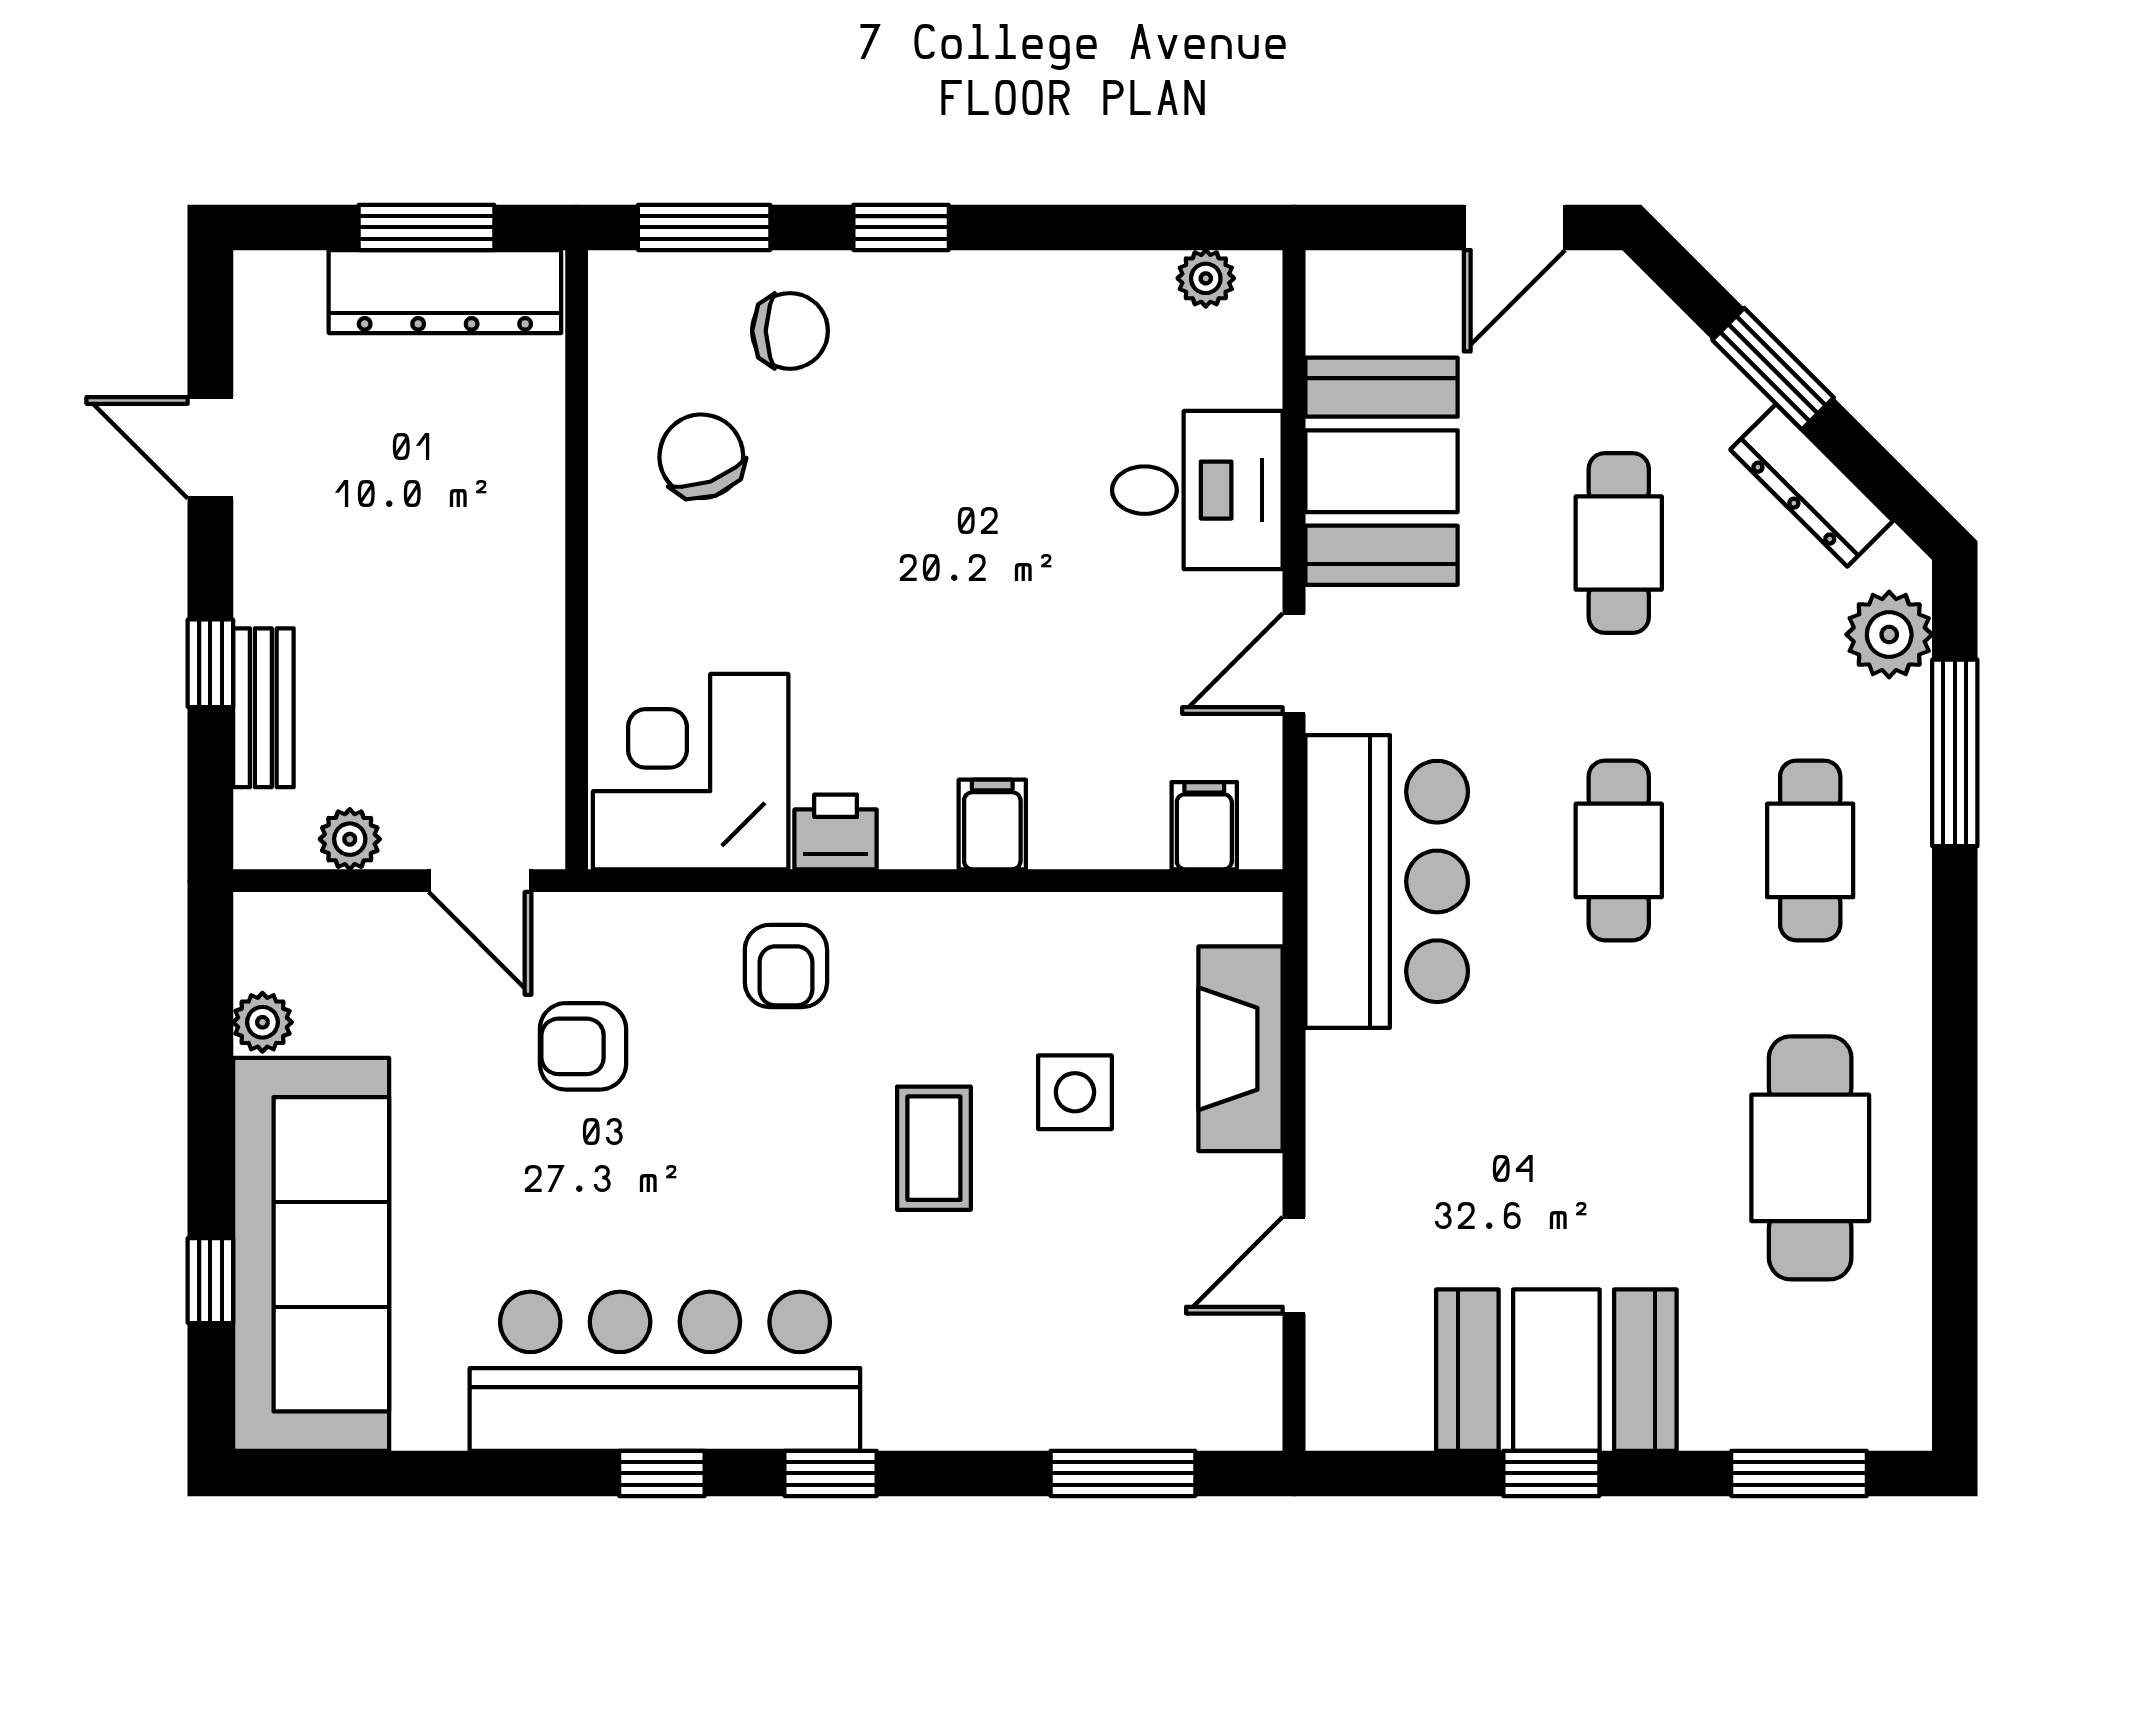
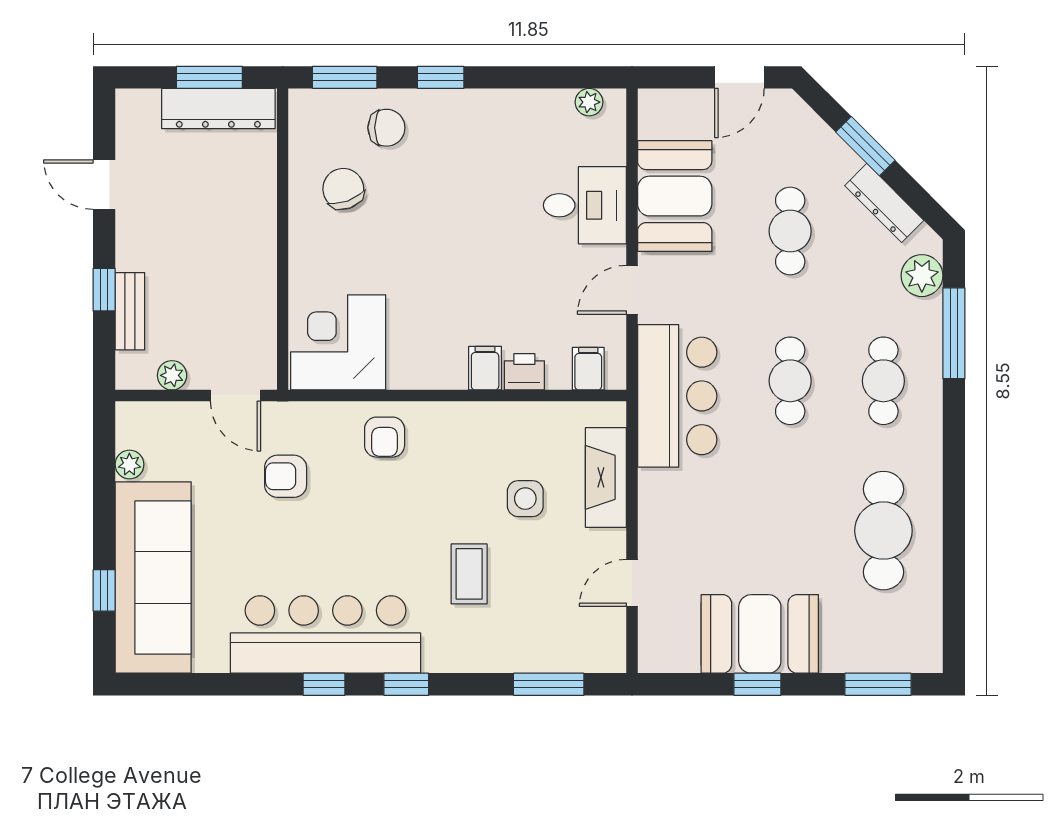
printer: (836, 832) -> (524, 372), moved
coffee table: (934, 1148) -> (469, 574), moved

